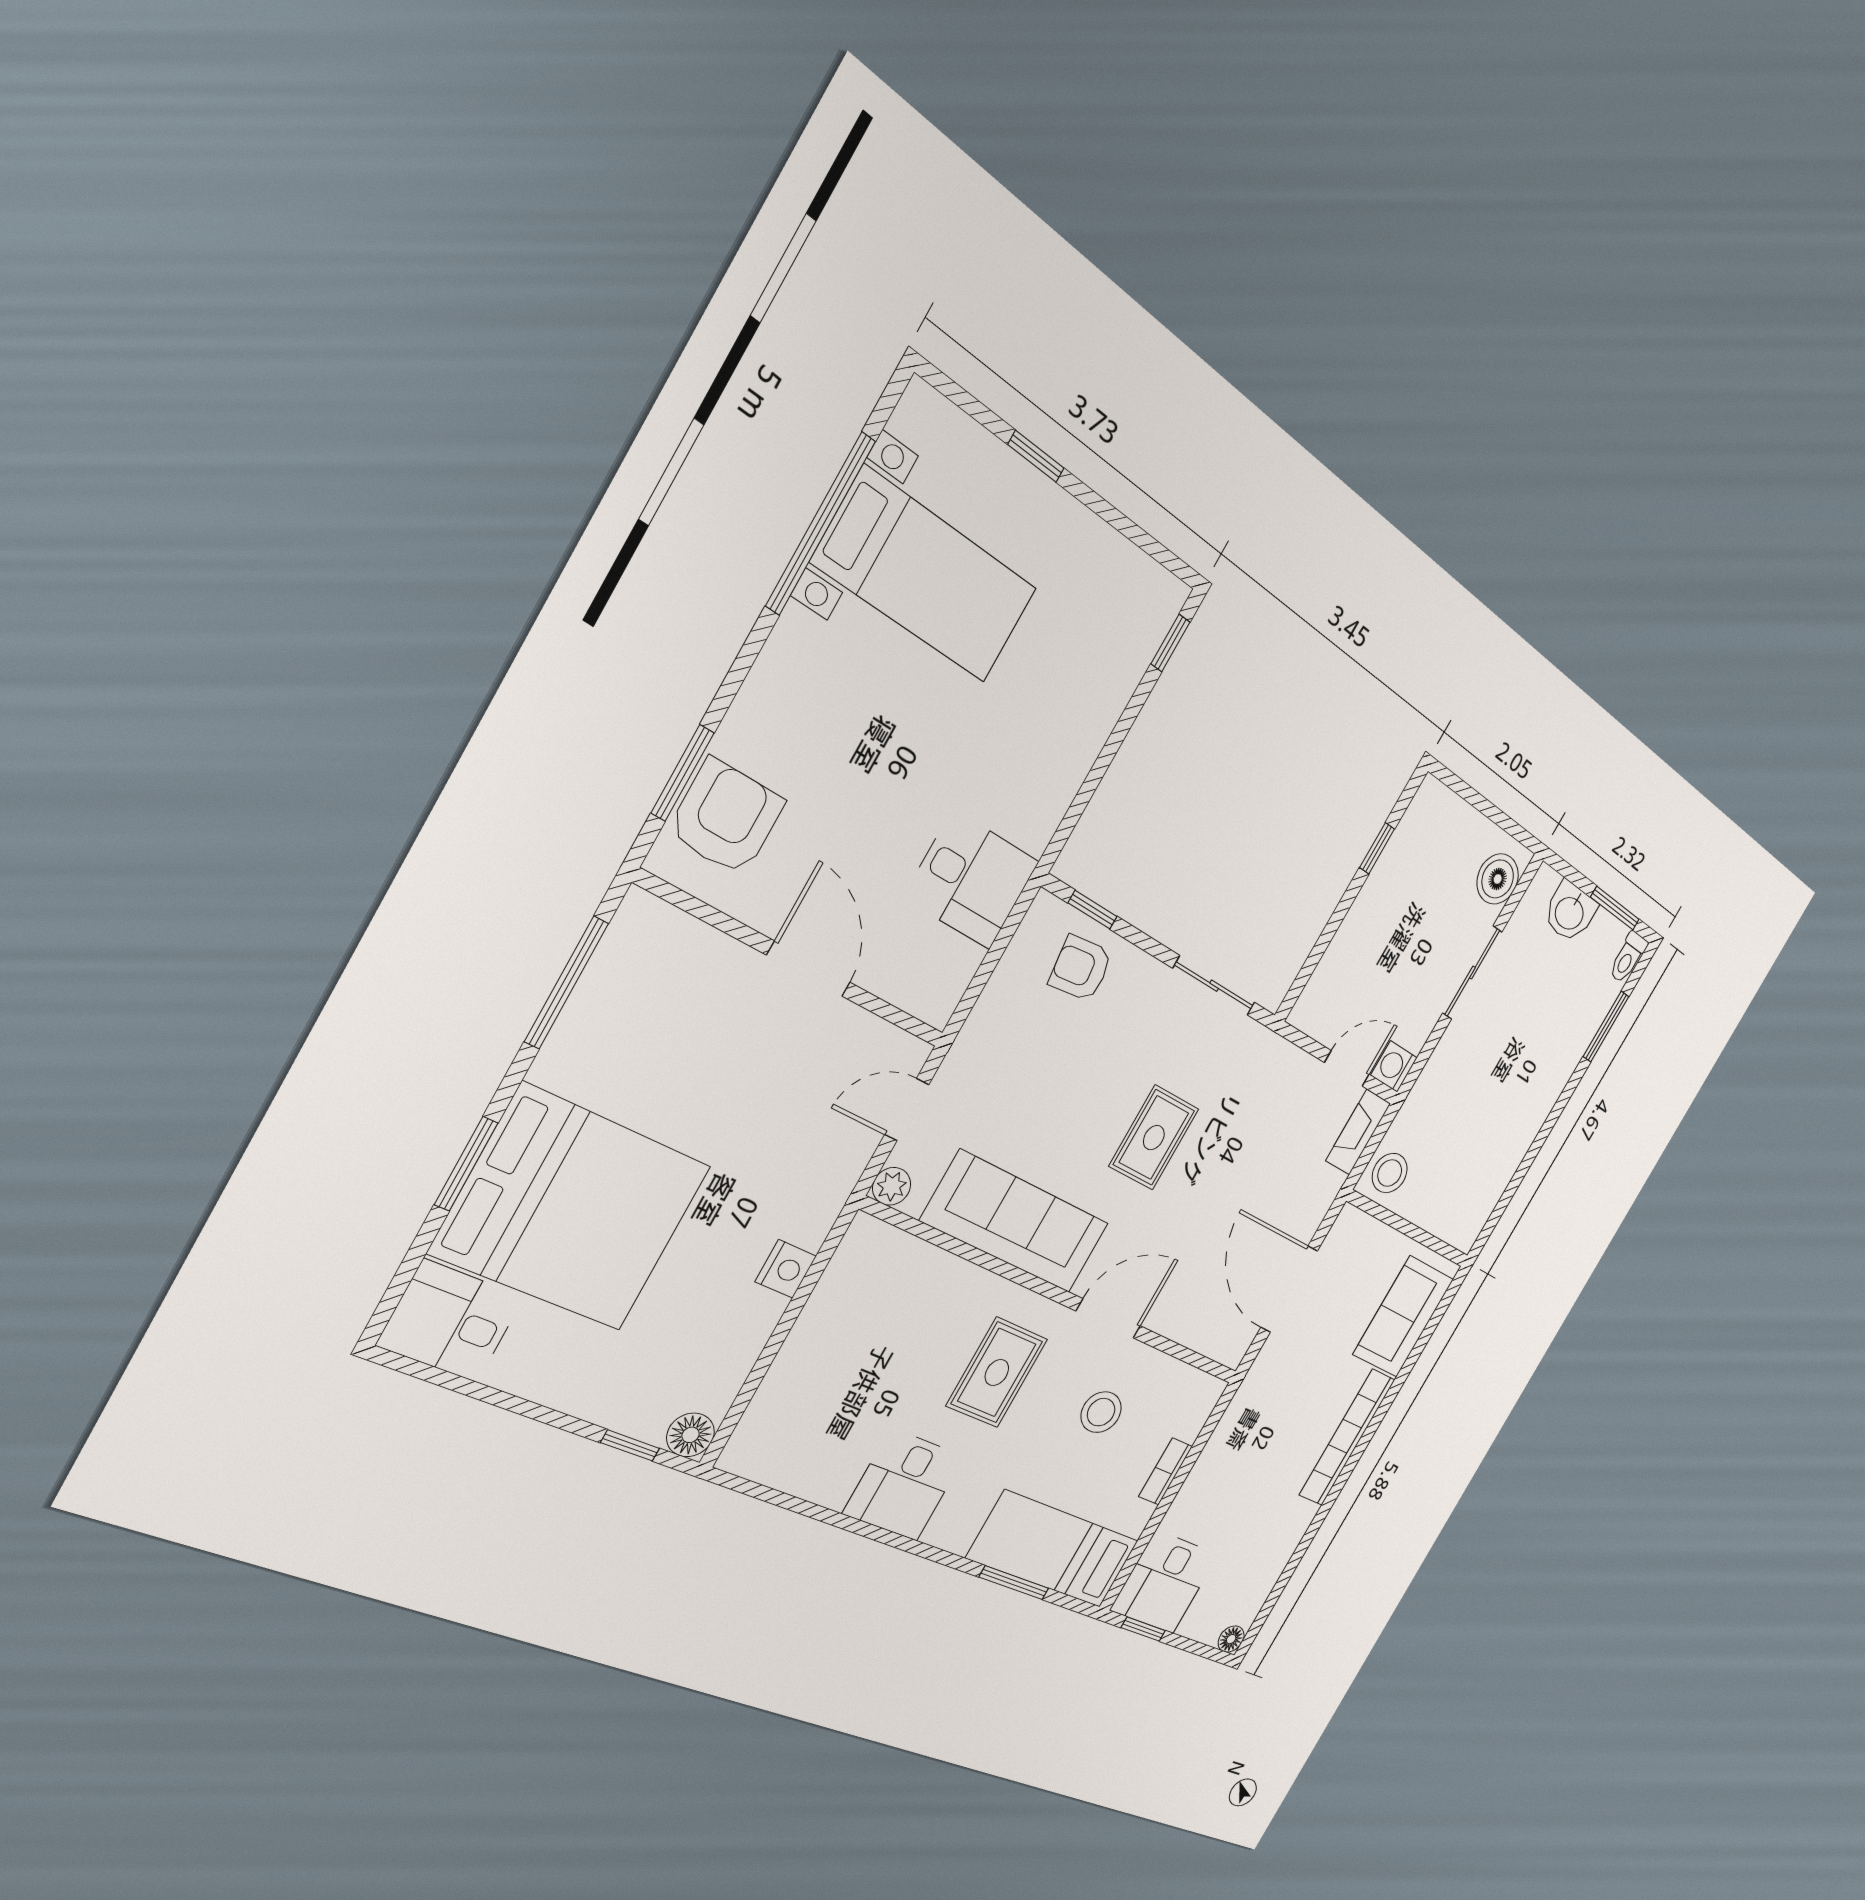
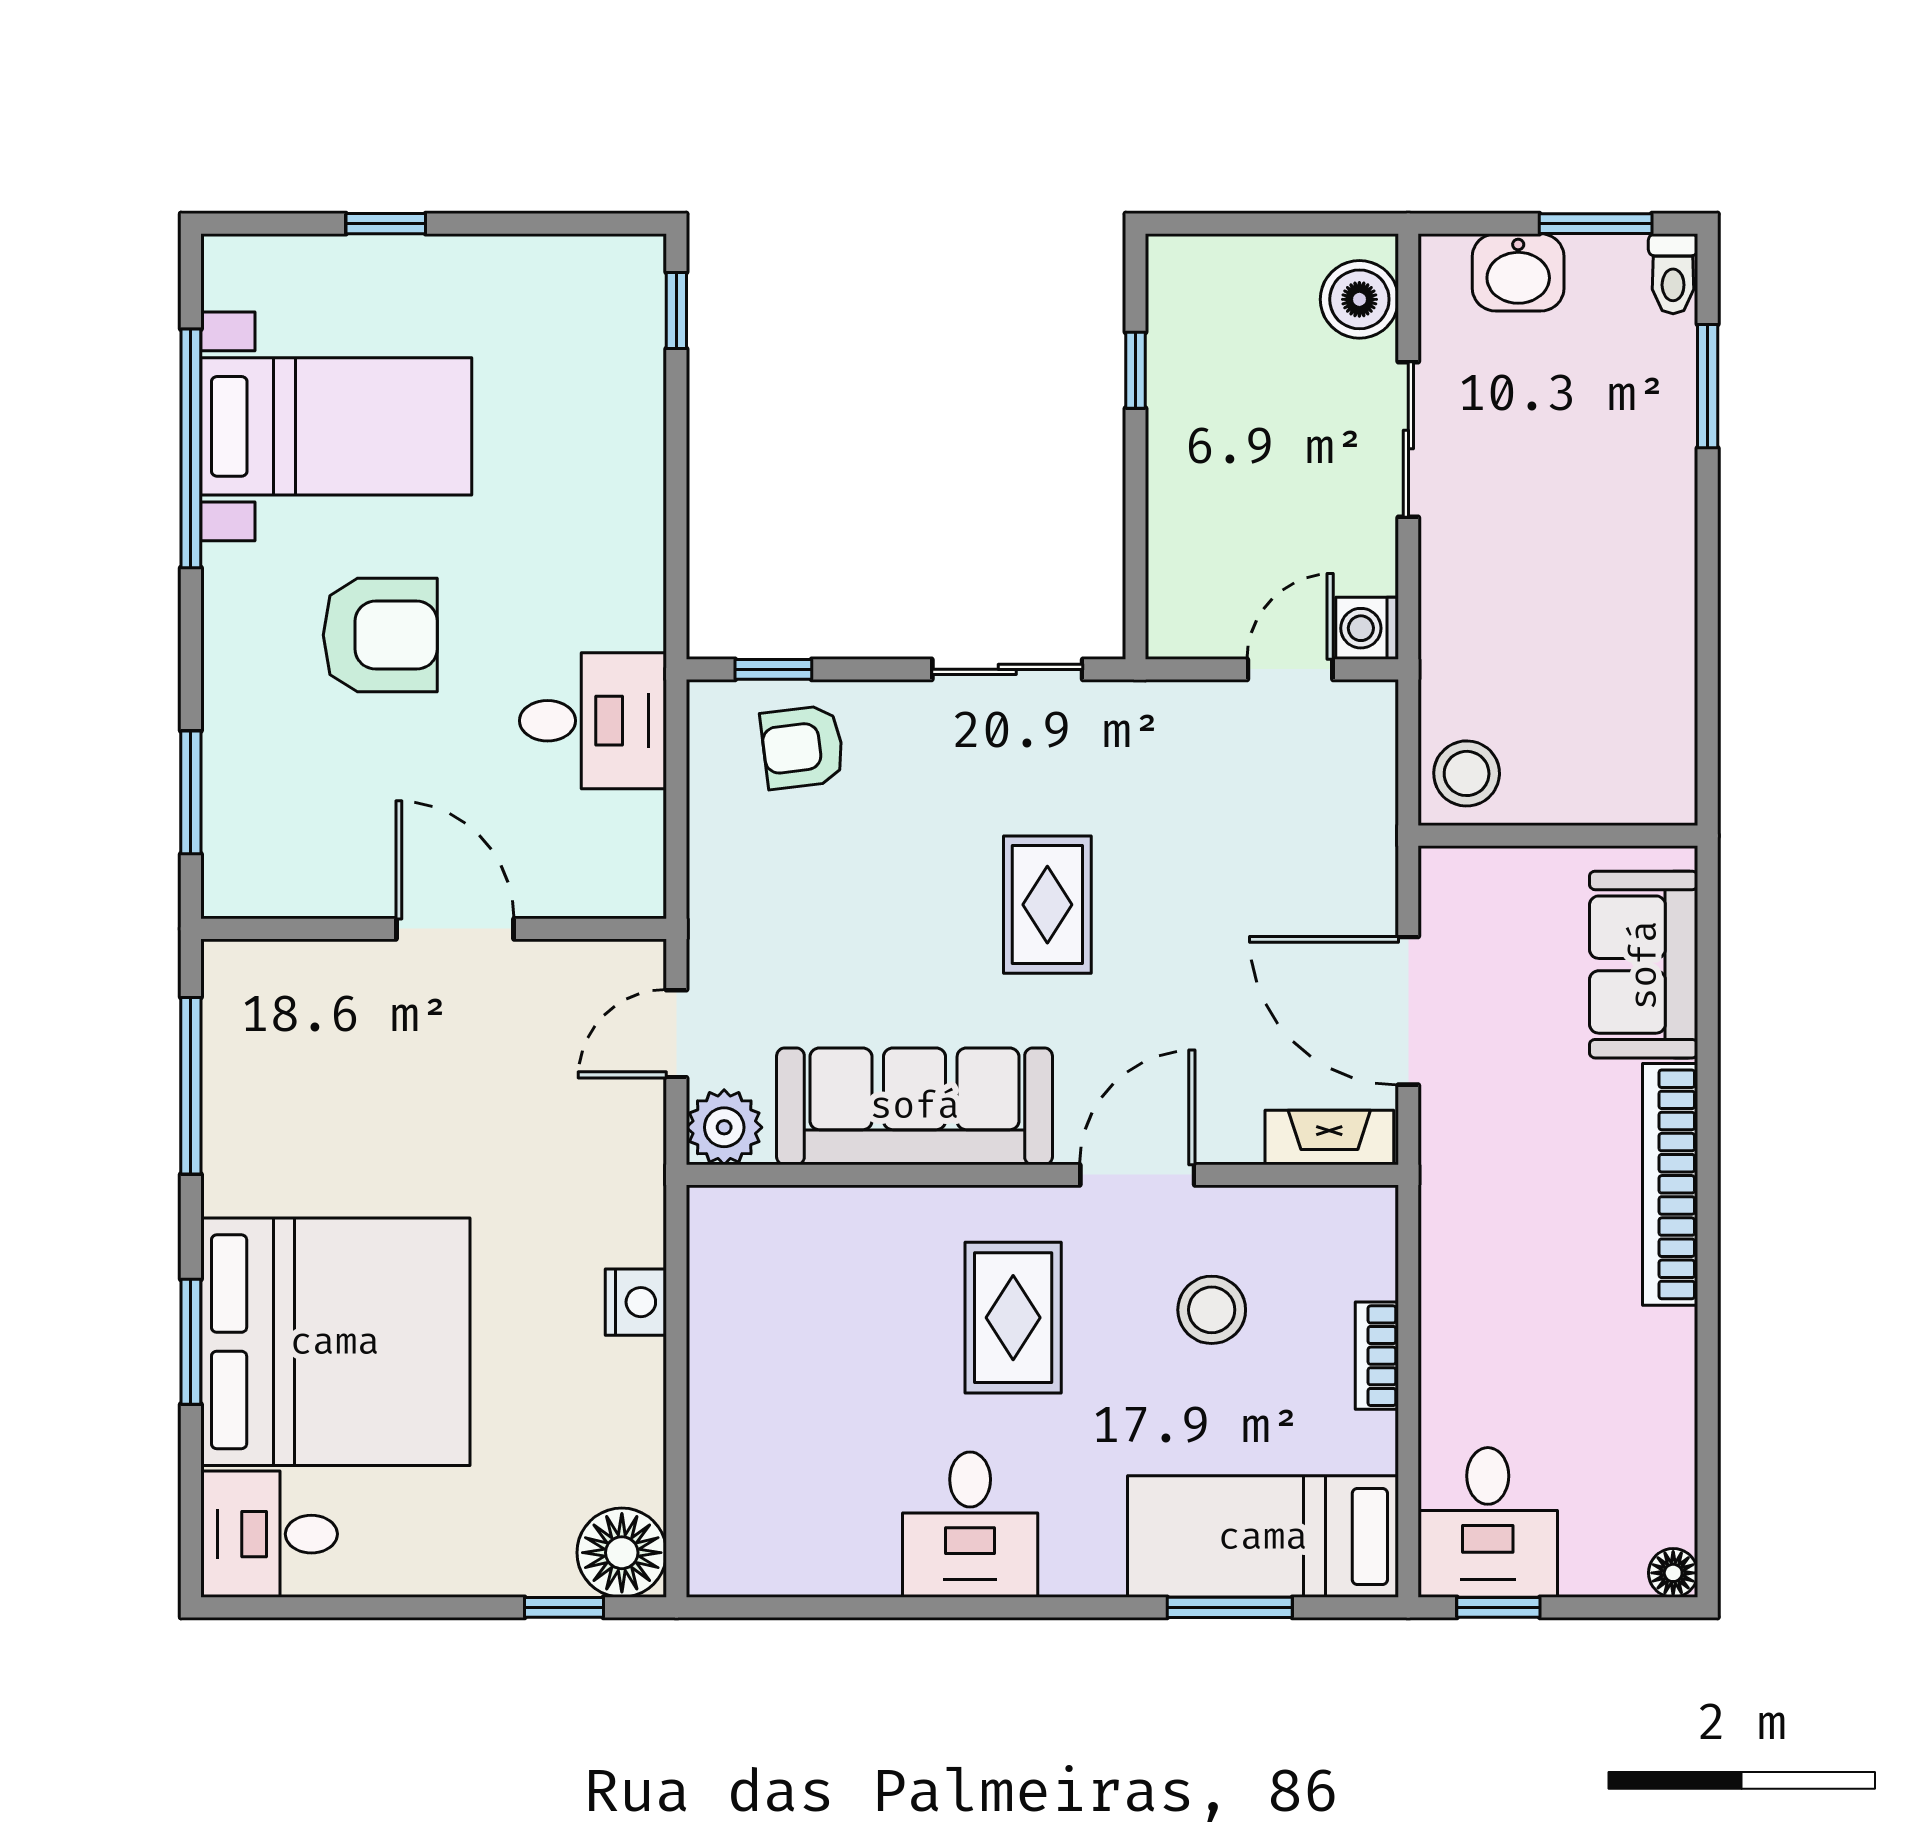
armchair: (726, 818) -> (380, 635), moved, turned 90
fireplace: (1358, 1132) -> (1329, 1138), moved, turned 90
plant: (892, 1186) -> (724, 1127), width x1.38, depth x1.38
floor lamp: (691, 1435) -> (622, 1553), width x1.38, depth x1.38

